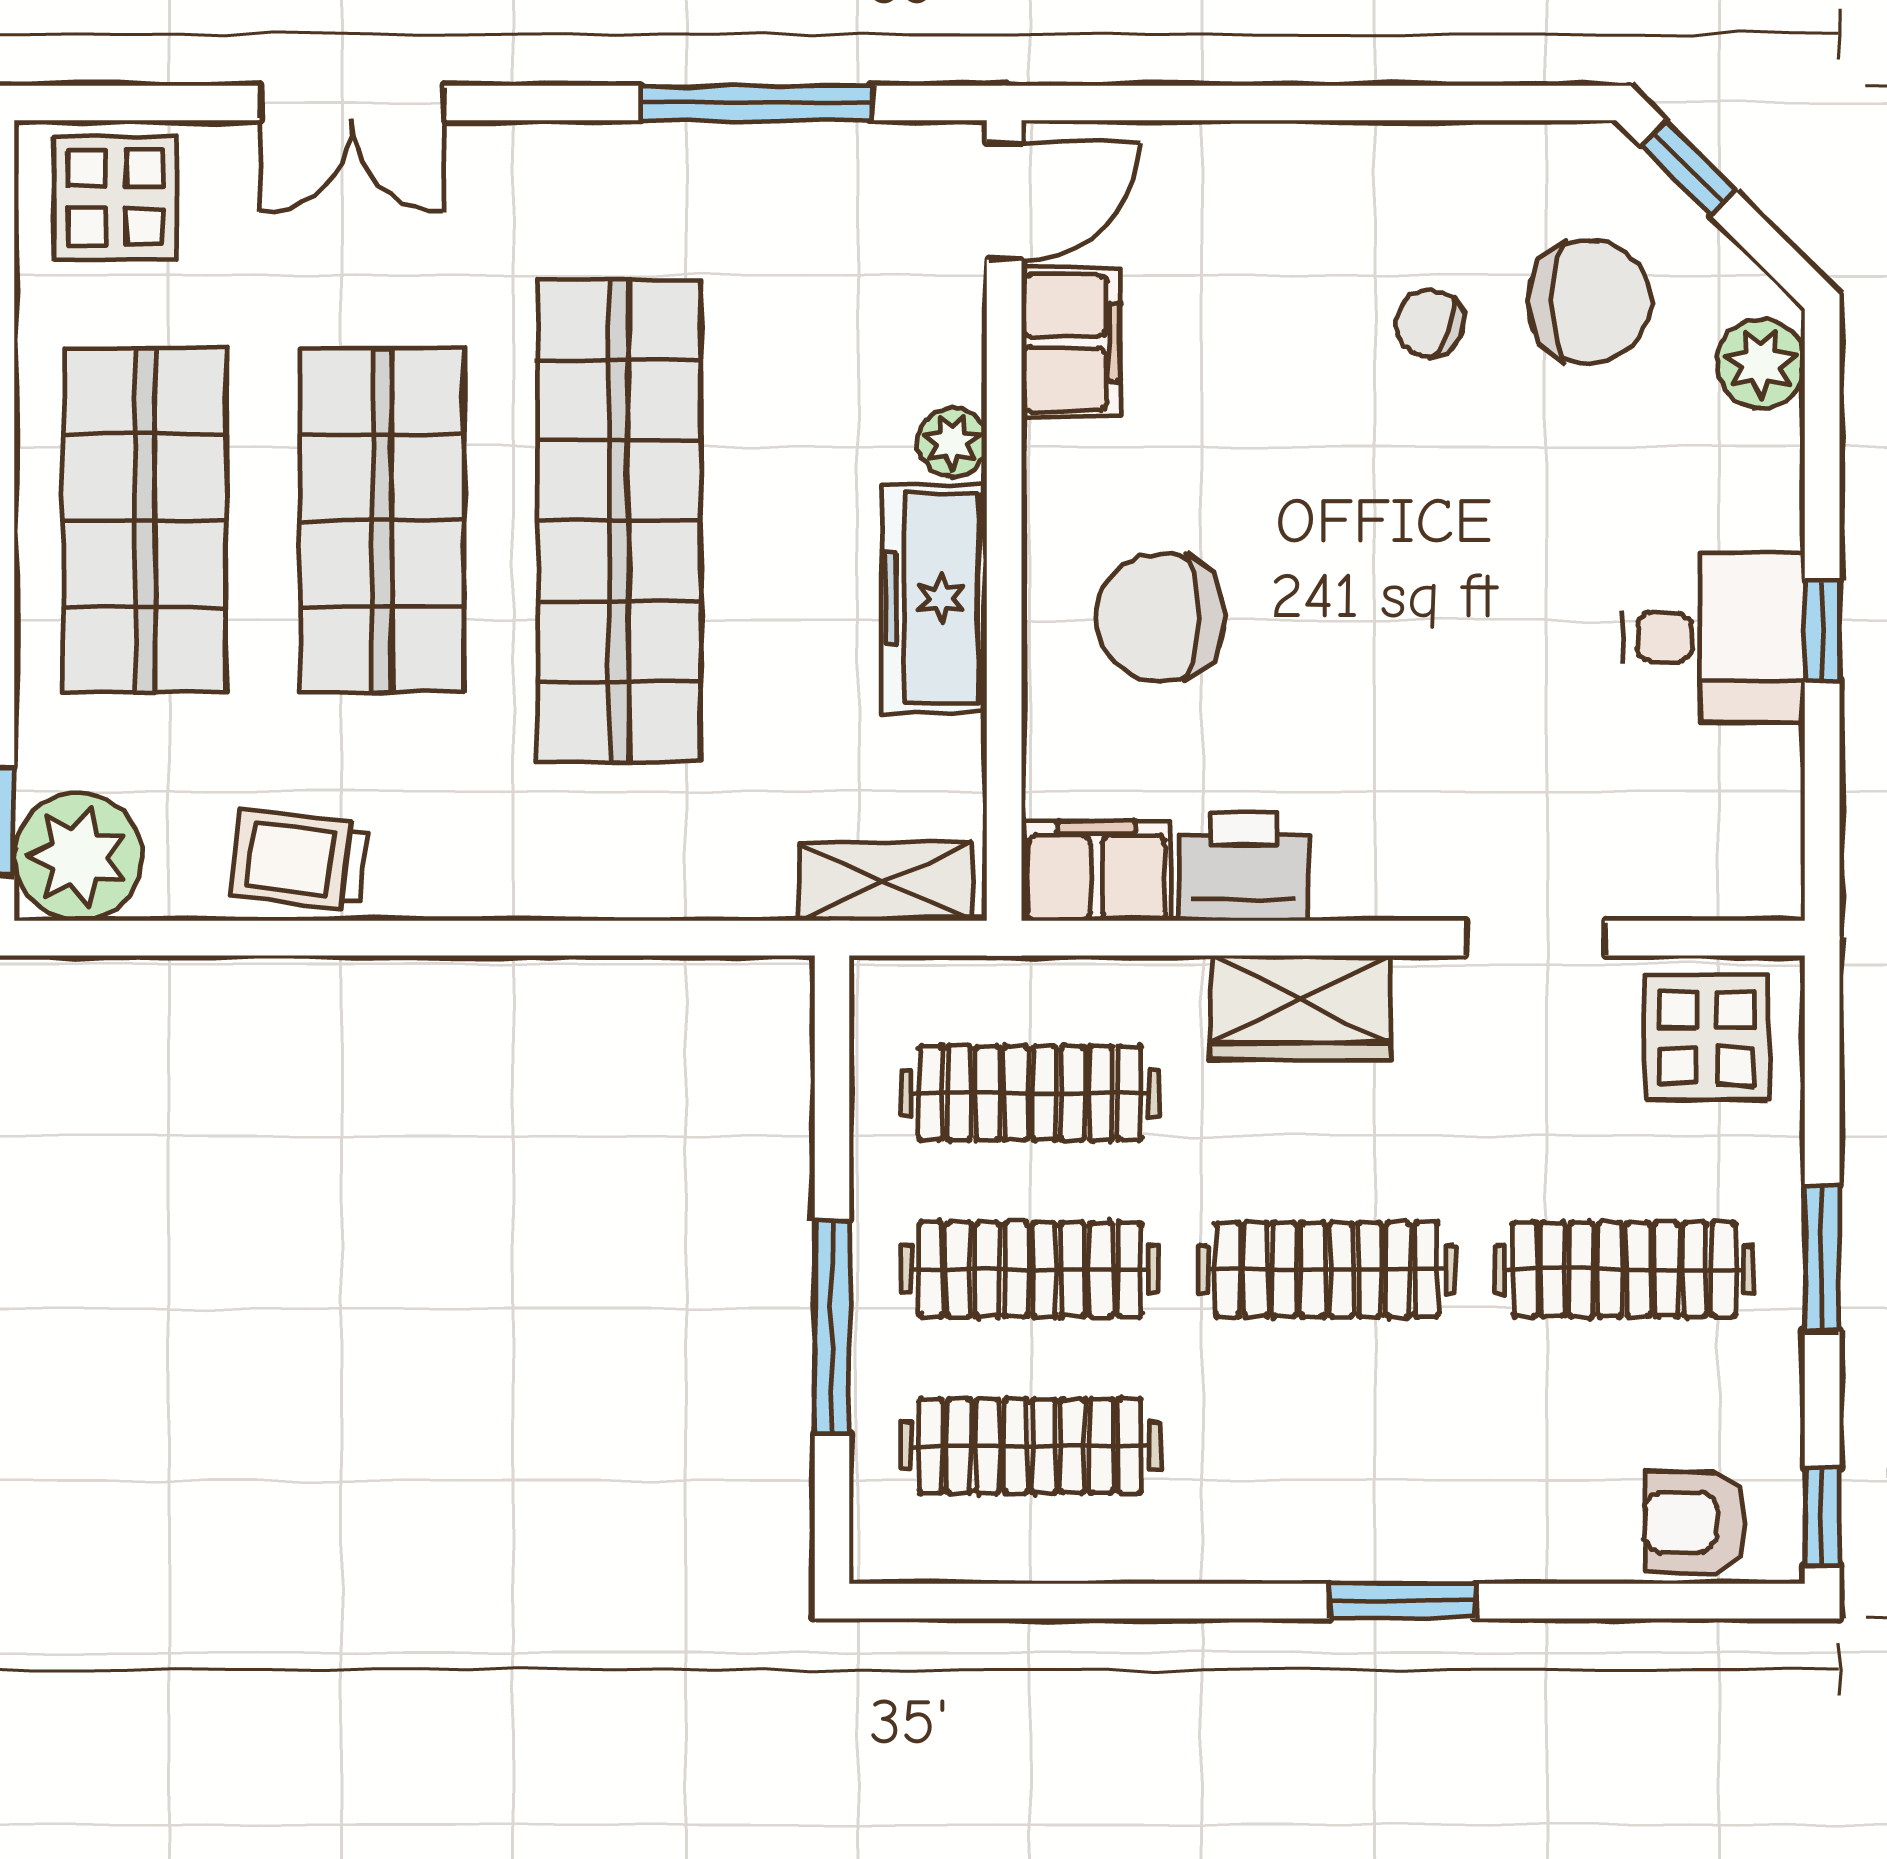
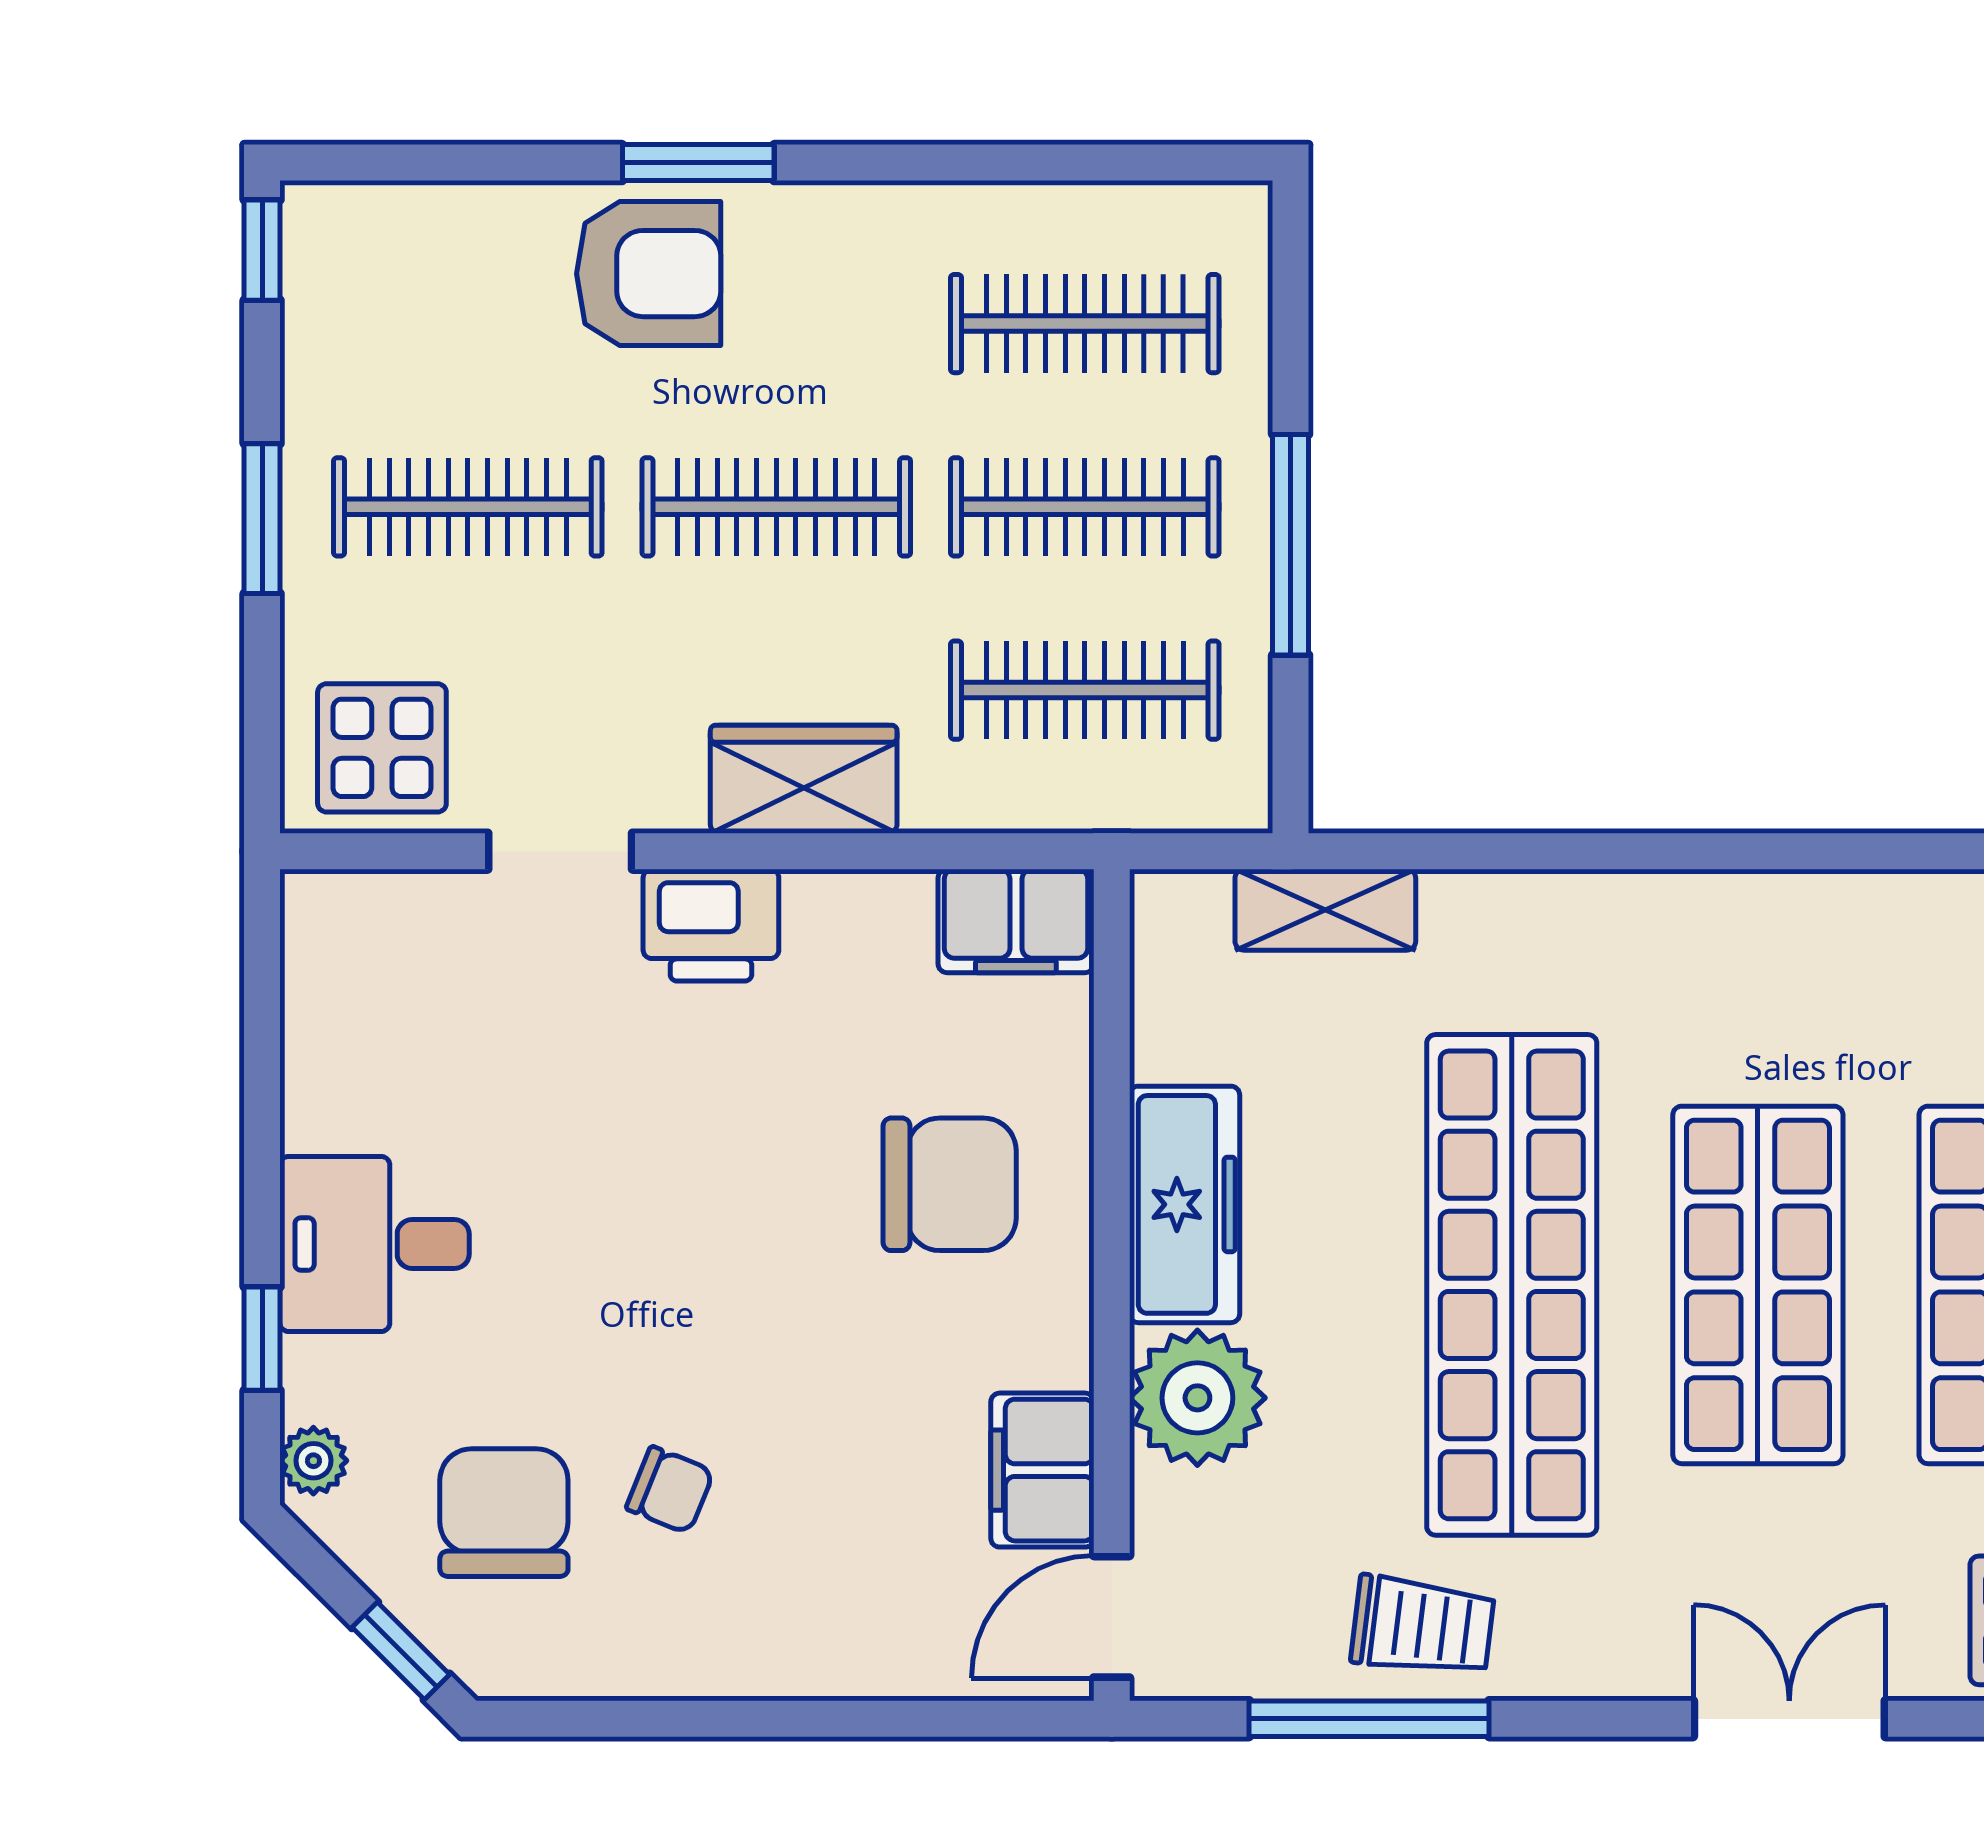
chair: (1589, 301) -> (504, 1513), turned 90
plant: (1761, 363) -> (313, 1461), width x0.73, depth x0.73
plant: (952, 442) -> (1197, 1398), width x1.88, depth x1.88
window: (1822, 630) -> (262, 1339), moved
desk: (1714, 637) -> (375, 1244), moved
trolley: (299, 860) -> (1423, 1626), moved
printer: (1243, 867) -> (711, 925), moved
shelving: (886, 882) -> (1325, 910), moved
window: (832, 1327) -> (1291, 545), moved
armchair: (1695, 1522) -> (649, 274), moved, width x1.38, depth x1.38

